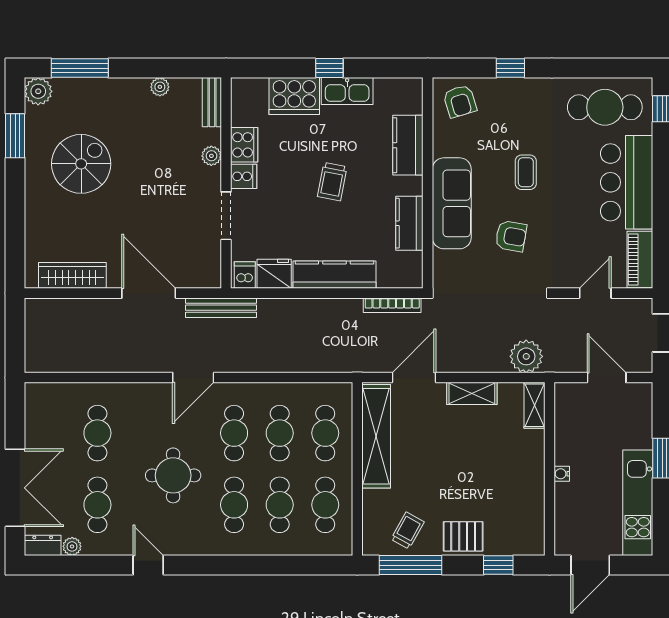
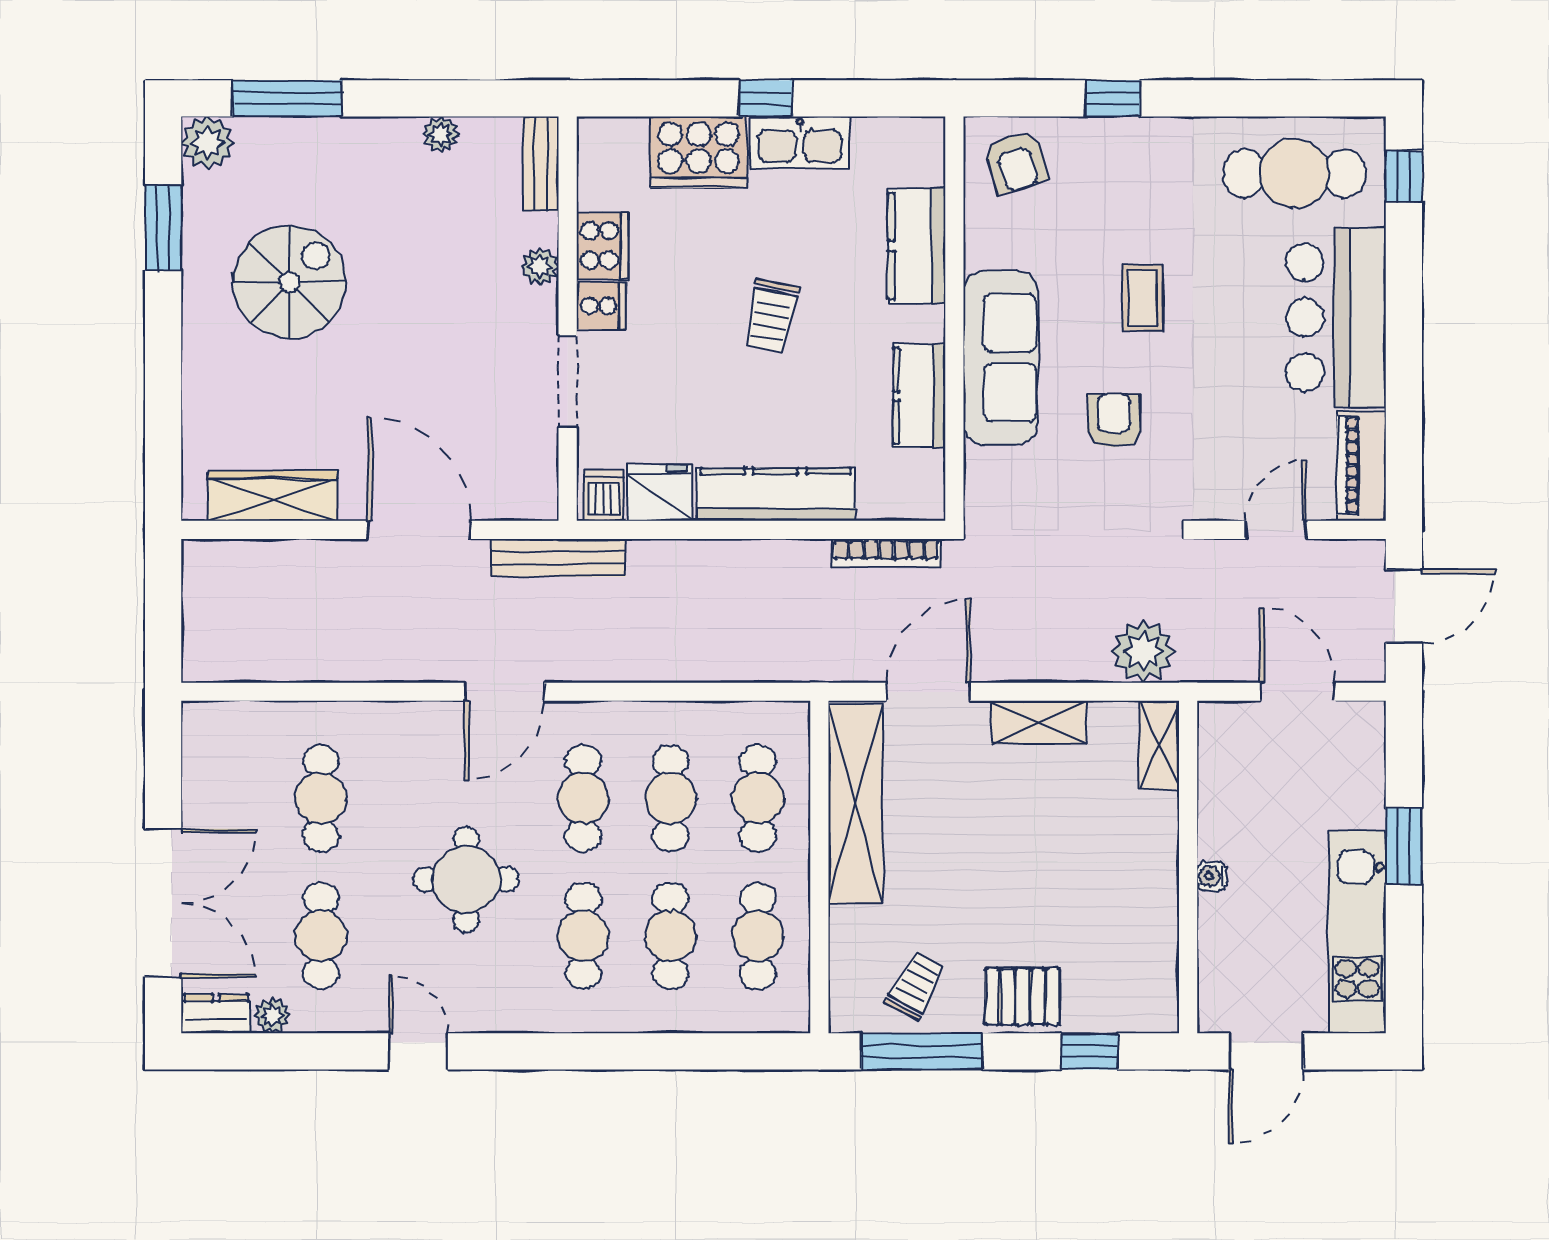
armchair: (511, 236) -> (1114, 421), turned -100

